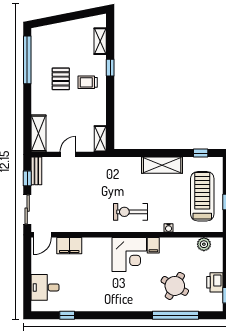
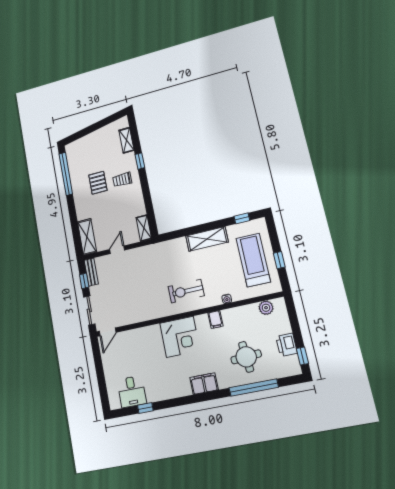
filing cabinet: (69, 246) -> (204, 384), moved, turned 180
corner desk: (129, 255) -> (180, 337), moved
round table: (175, 286) -> (246, 357), turned -34
desk: (45, 287) -> (132, 392), moved, turned -90

